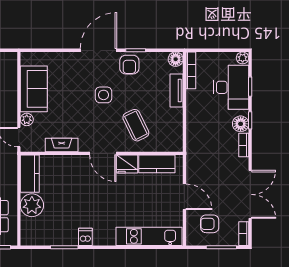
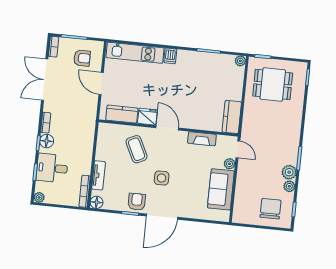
desk: (231, 87) -> (52, 168), width x0.73
plant: (32, 205) -> (240, 61), moved, width x0.53, depth x0.53
dishwasher: (85, 237) -> (170, 56), moved

